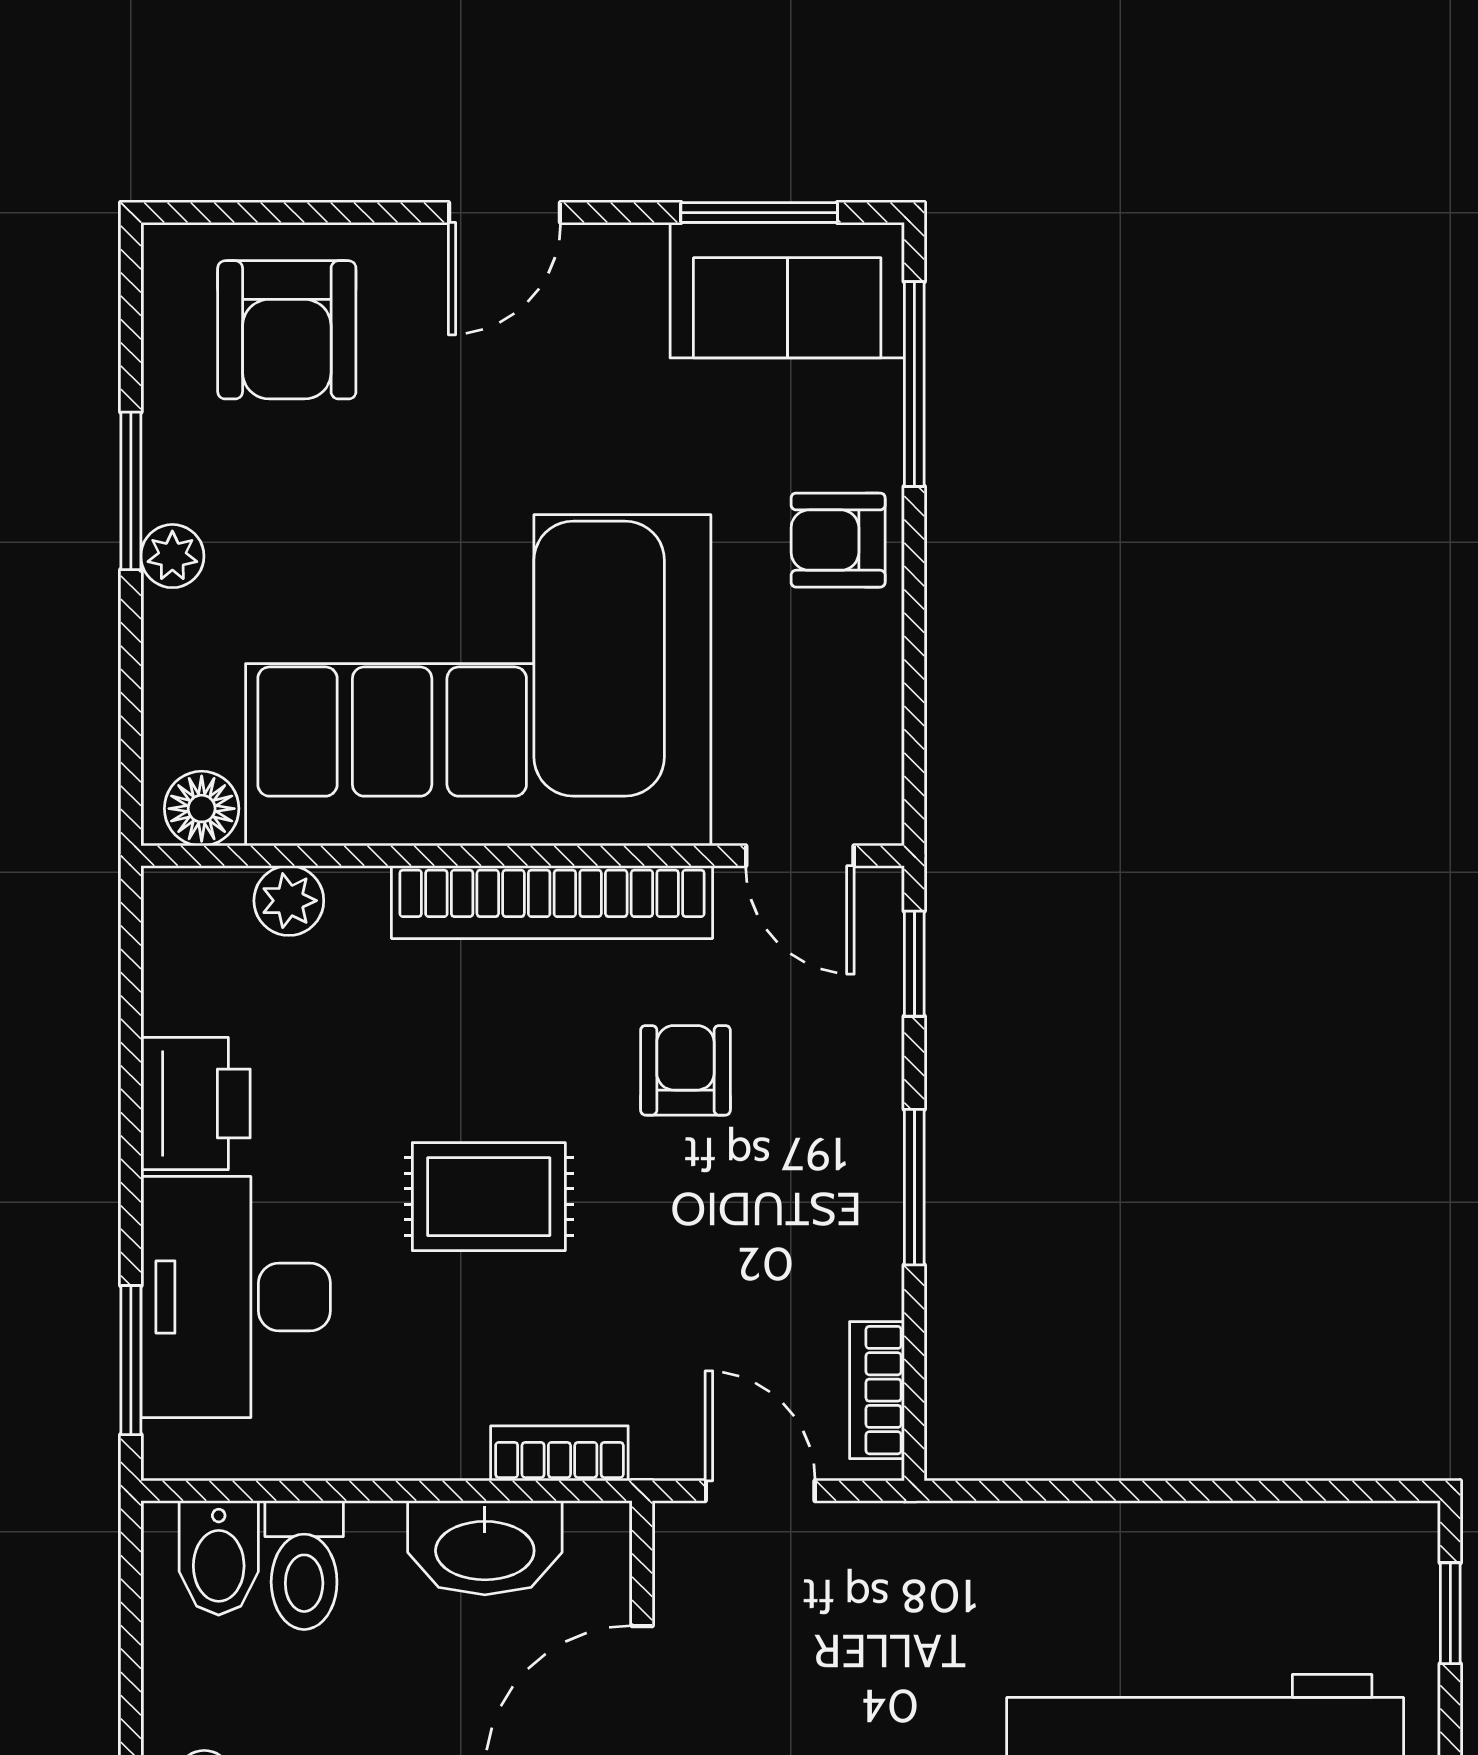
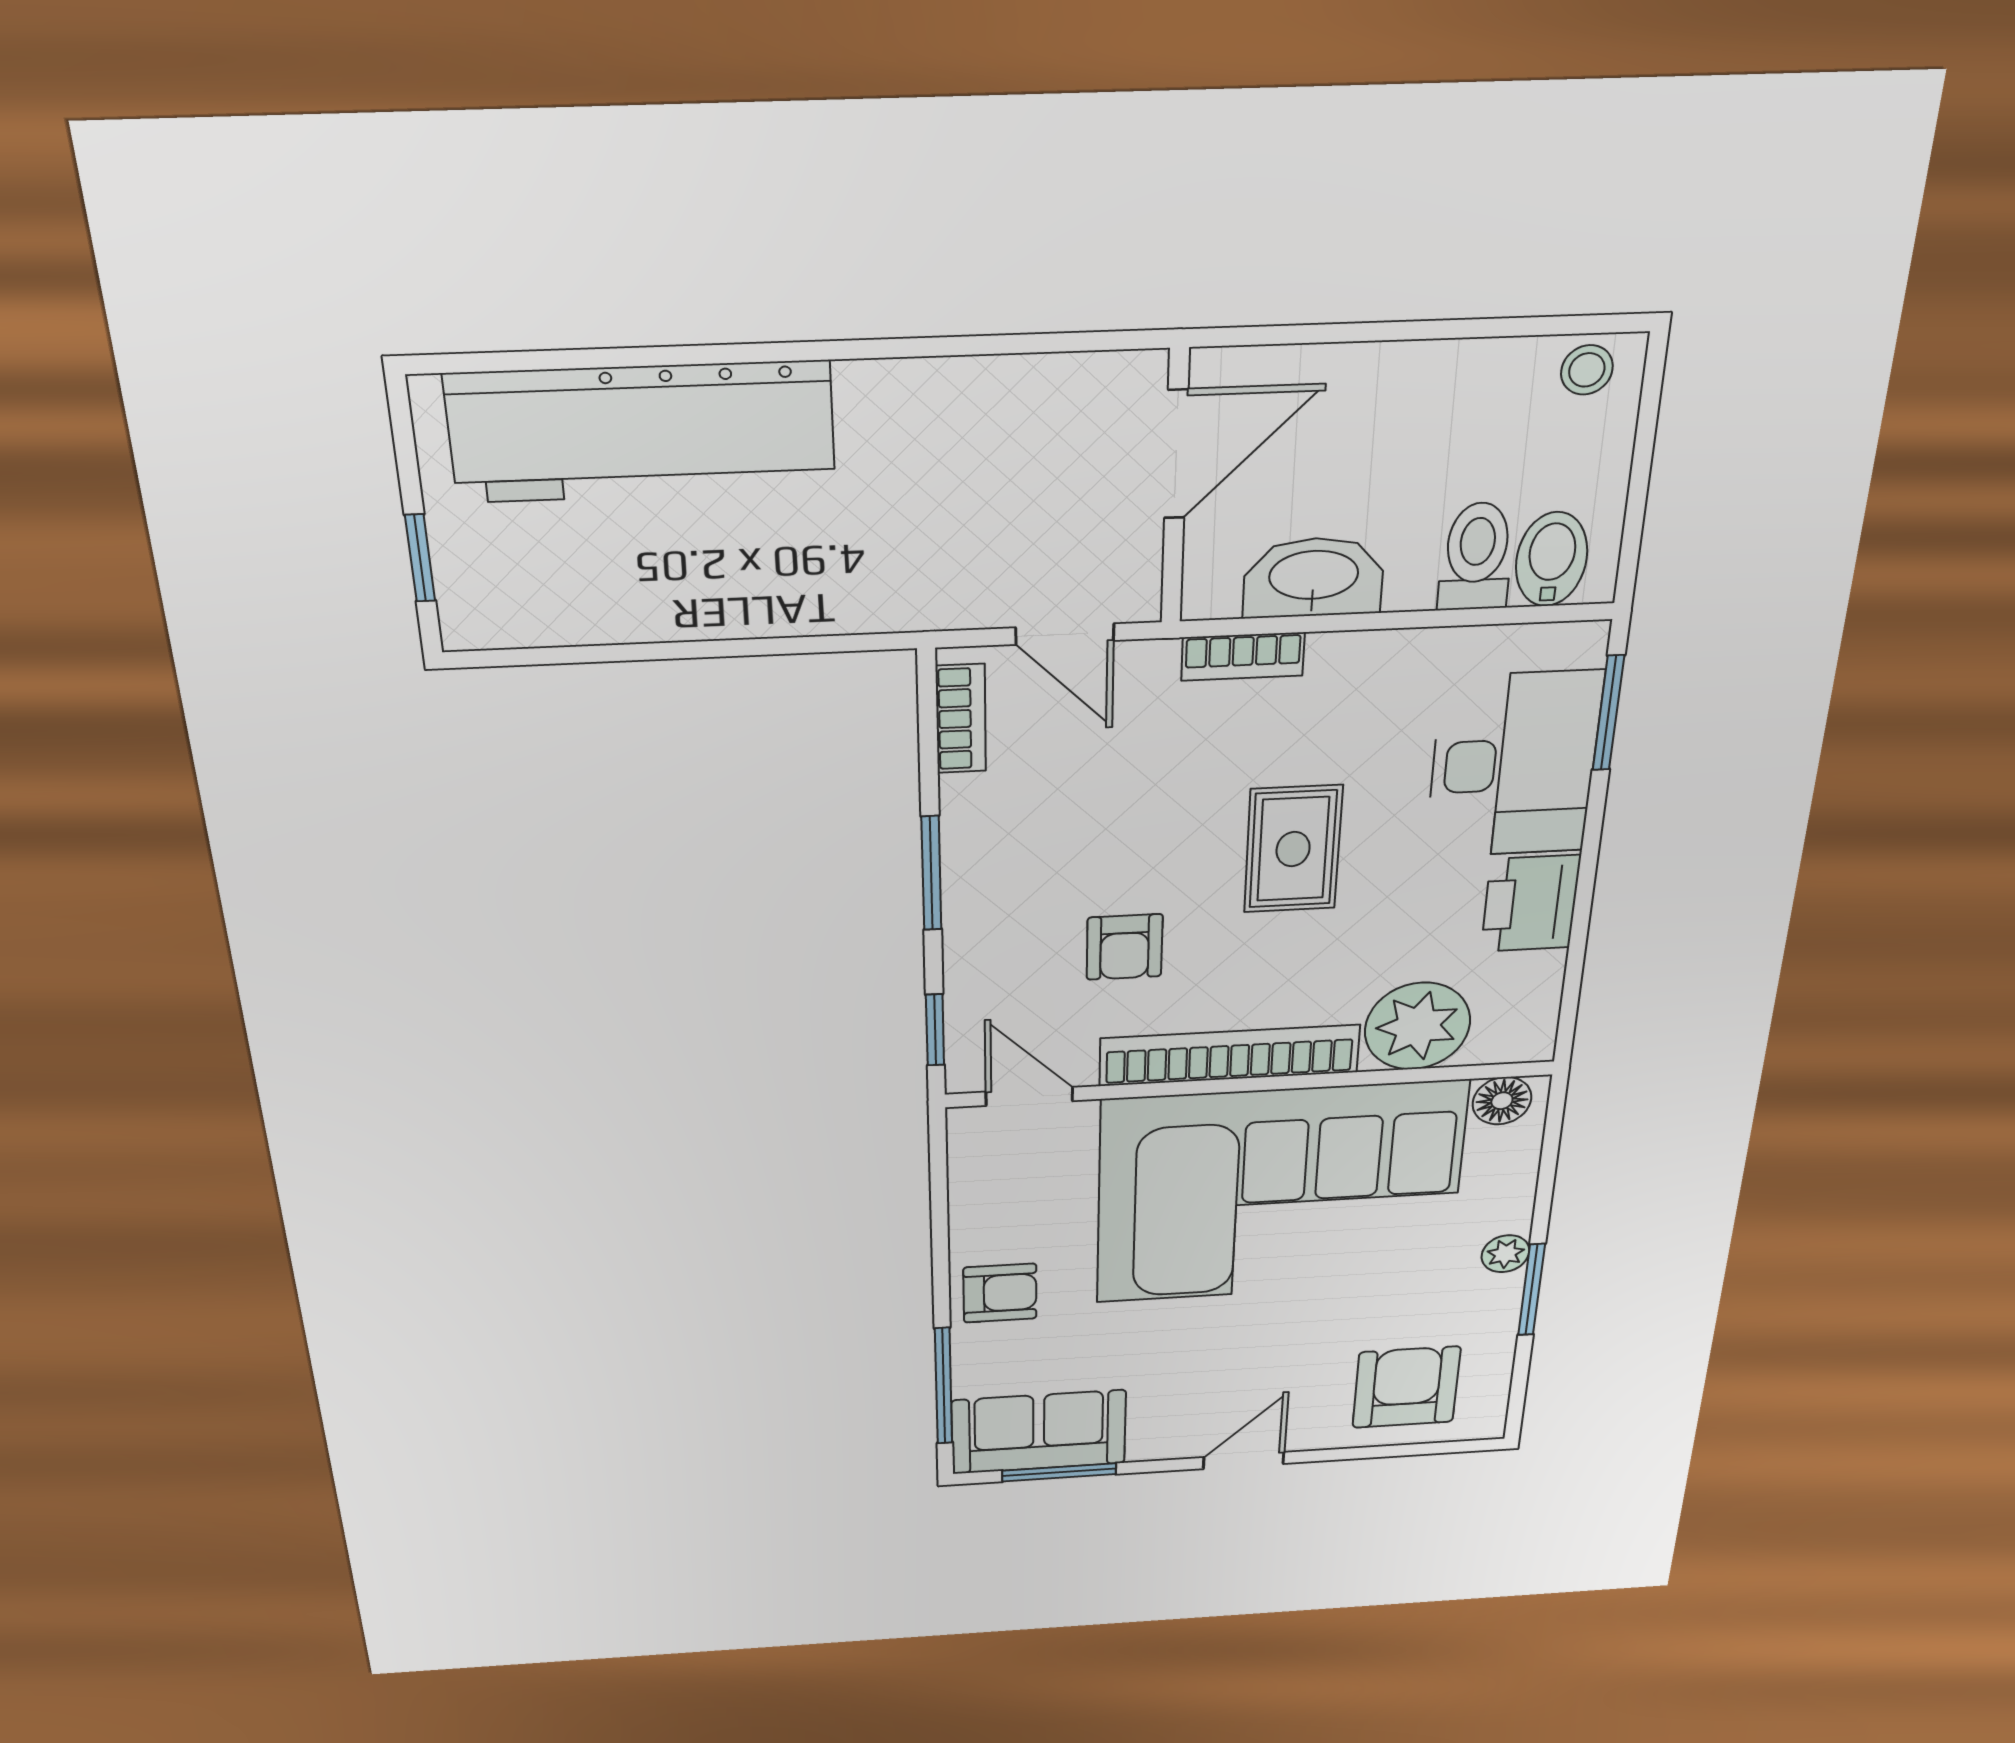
plant: (289, 901) -> (1418, 1026), width x1.87, depth x1.87
rug: (489, 1197) -> (1293, 849), turned 90

